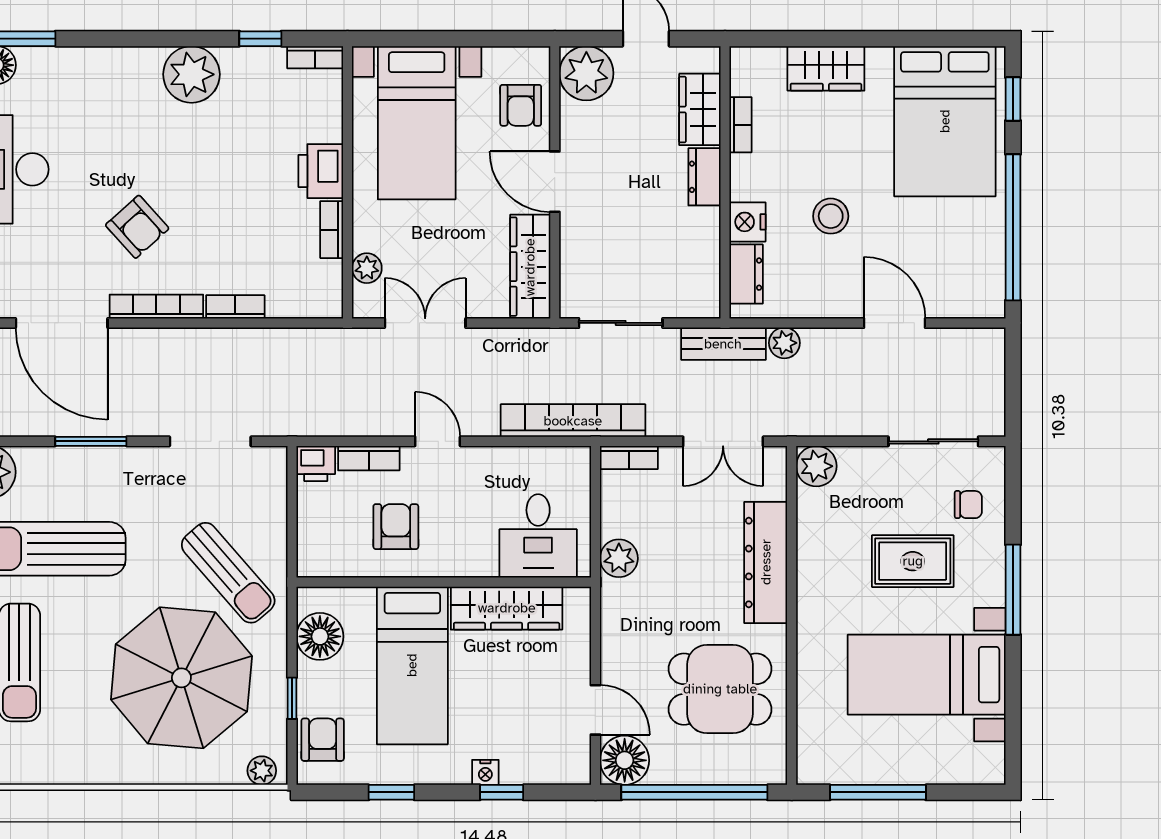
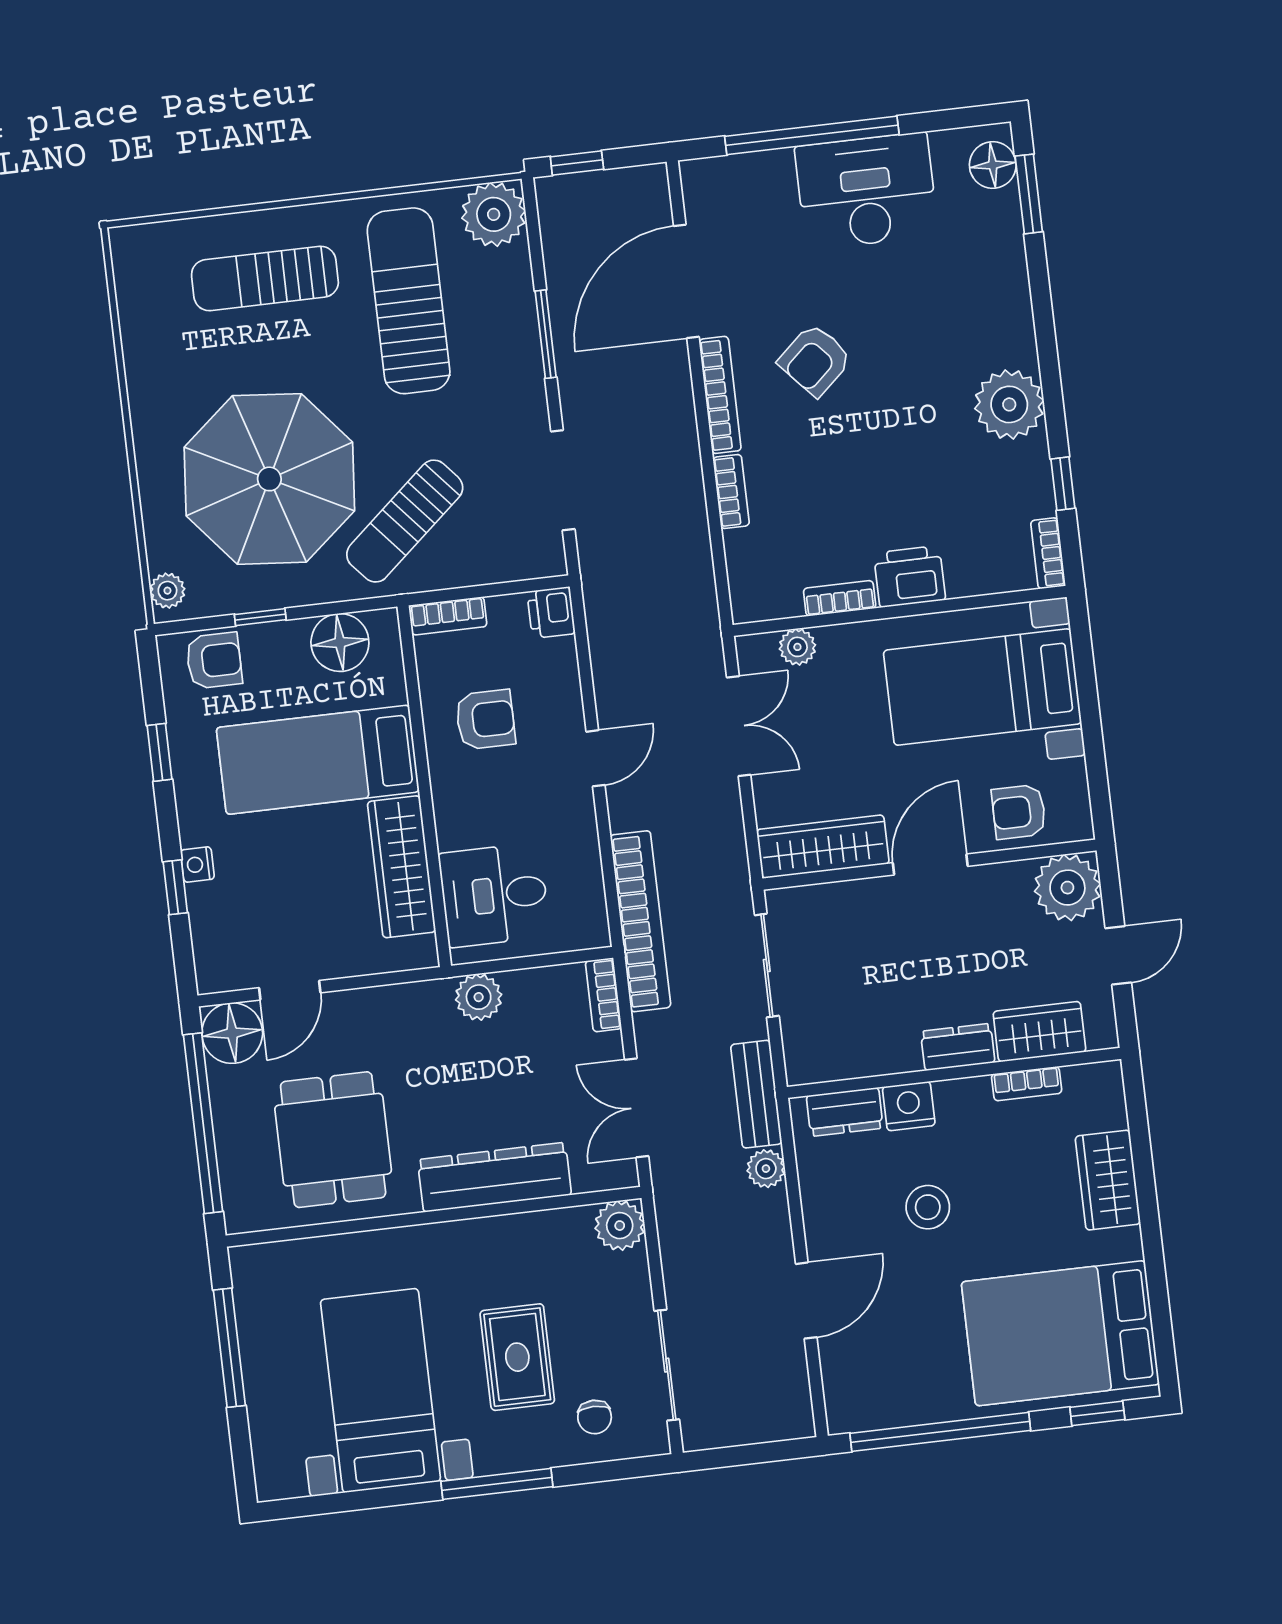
bookcase: (369, 458) -> (448, 616), moved, turned -90

